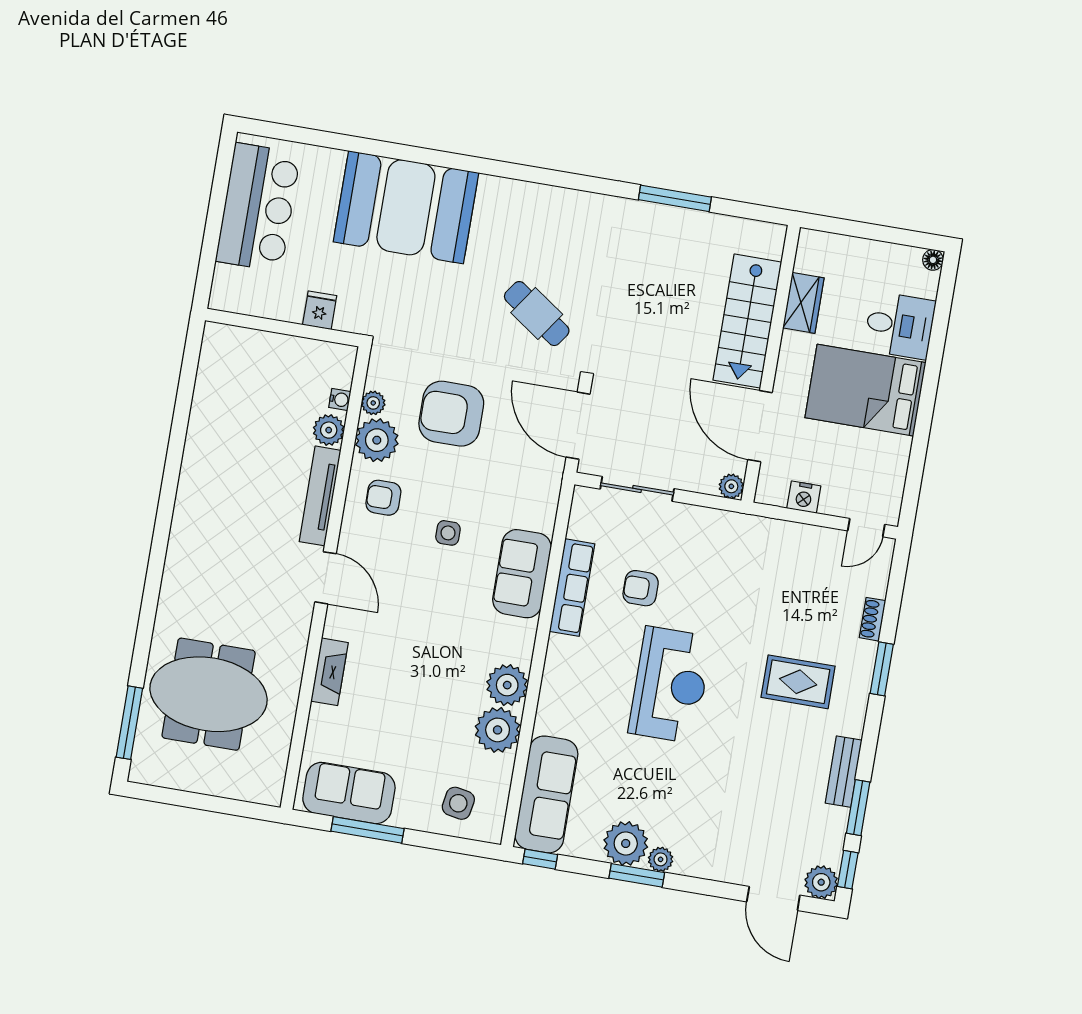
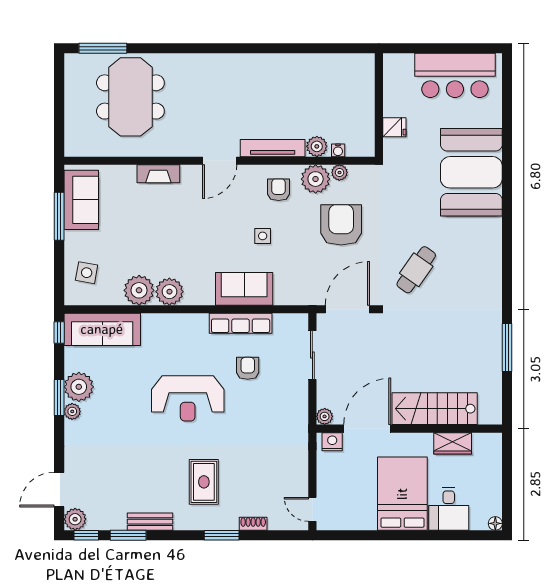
nightstand: (804, 497) -> (332, 442), moved, turned 90

